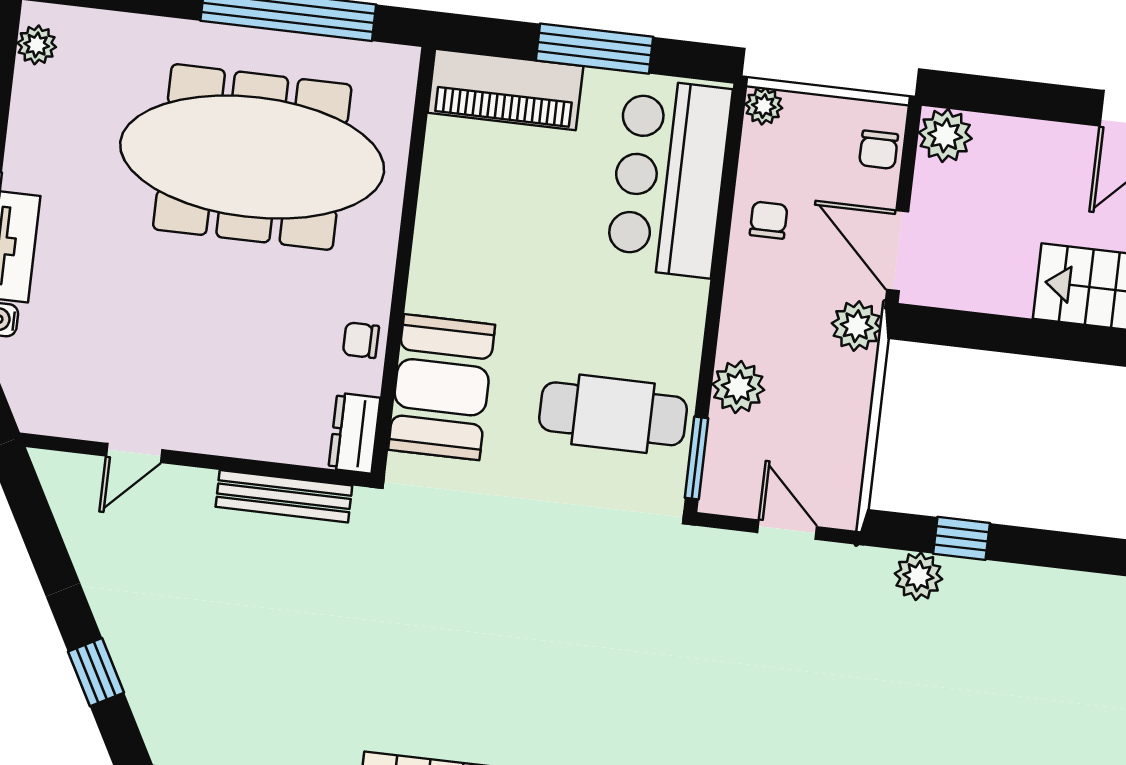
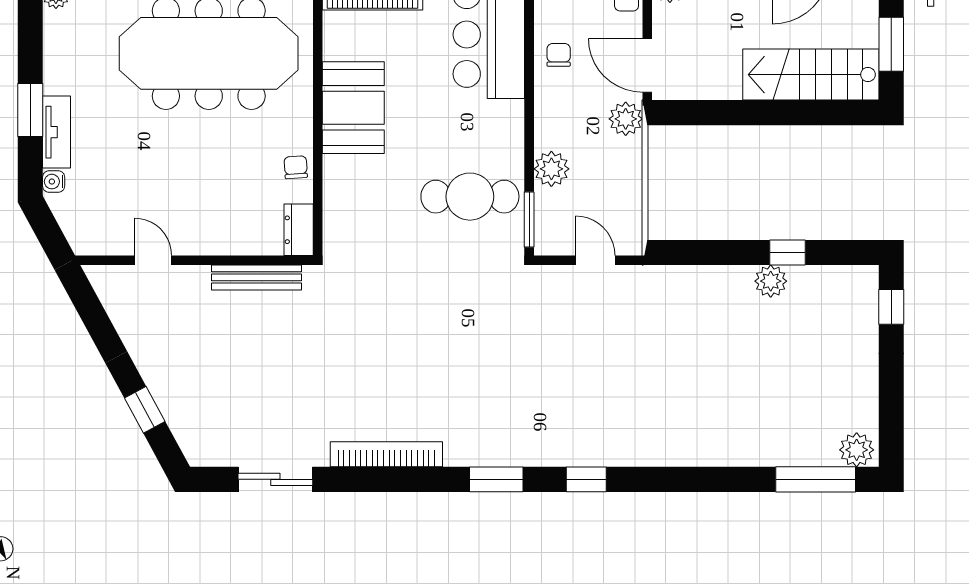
chair: (361, 340) -> (296, 167), turned 86
booth: (442, 387) -> (353, 108), moved
door: (134, 453) -> (153, 260), swing flipped
window: (962, 538) -> (788, 252), moved
plant: (918, 576) -> (771, 281), moved

